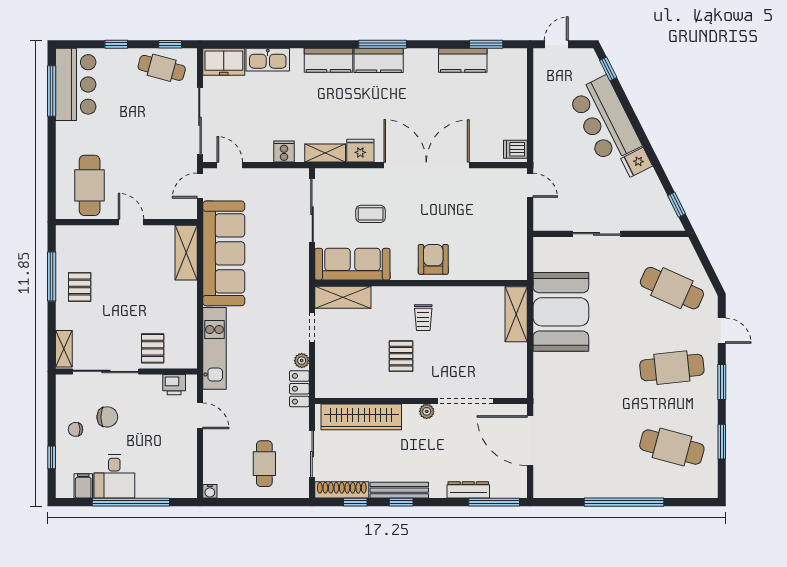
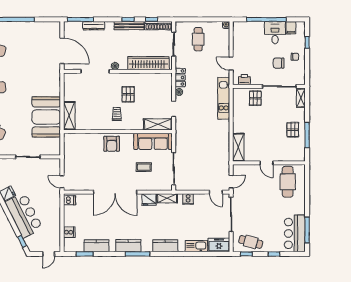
kitchen counter: (379, 60) -> (128, 246), moved
cooker: (516, 87) -> (69, 232), added
sofa: (224, 253) -> (219, 147), removed

